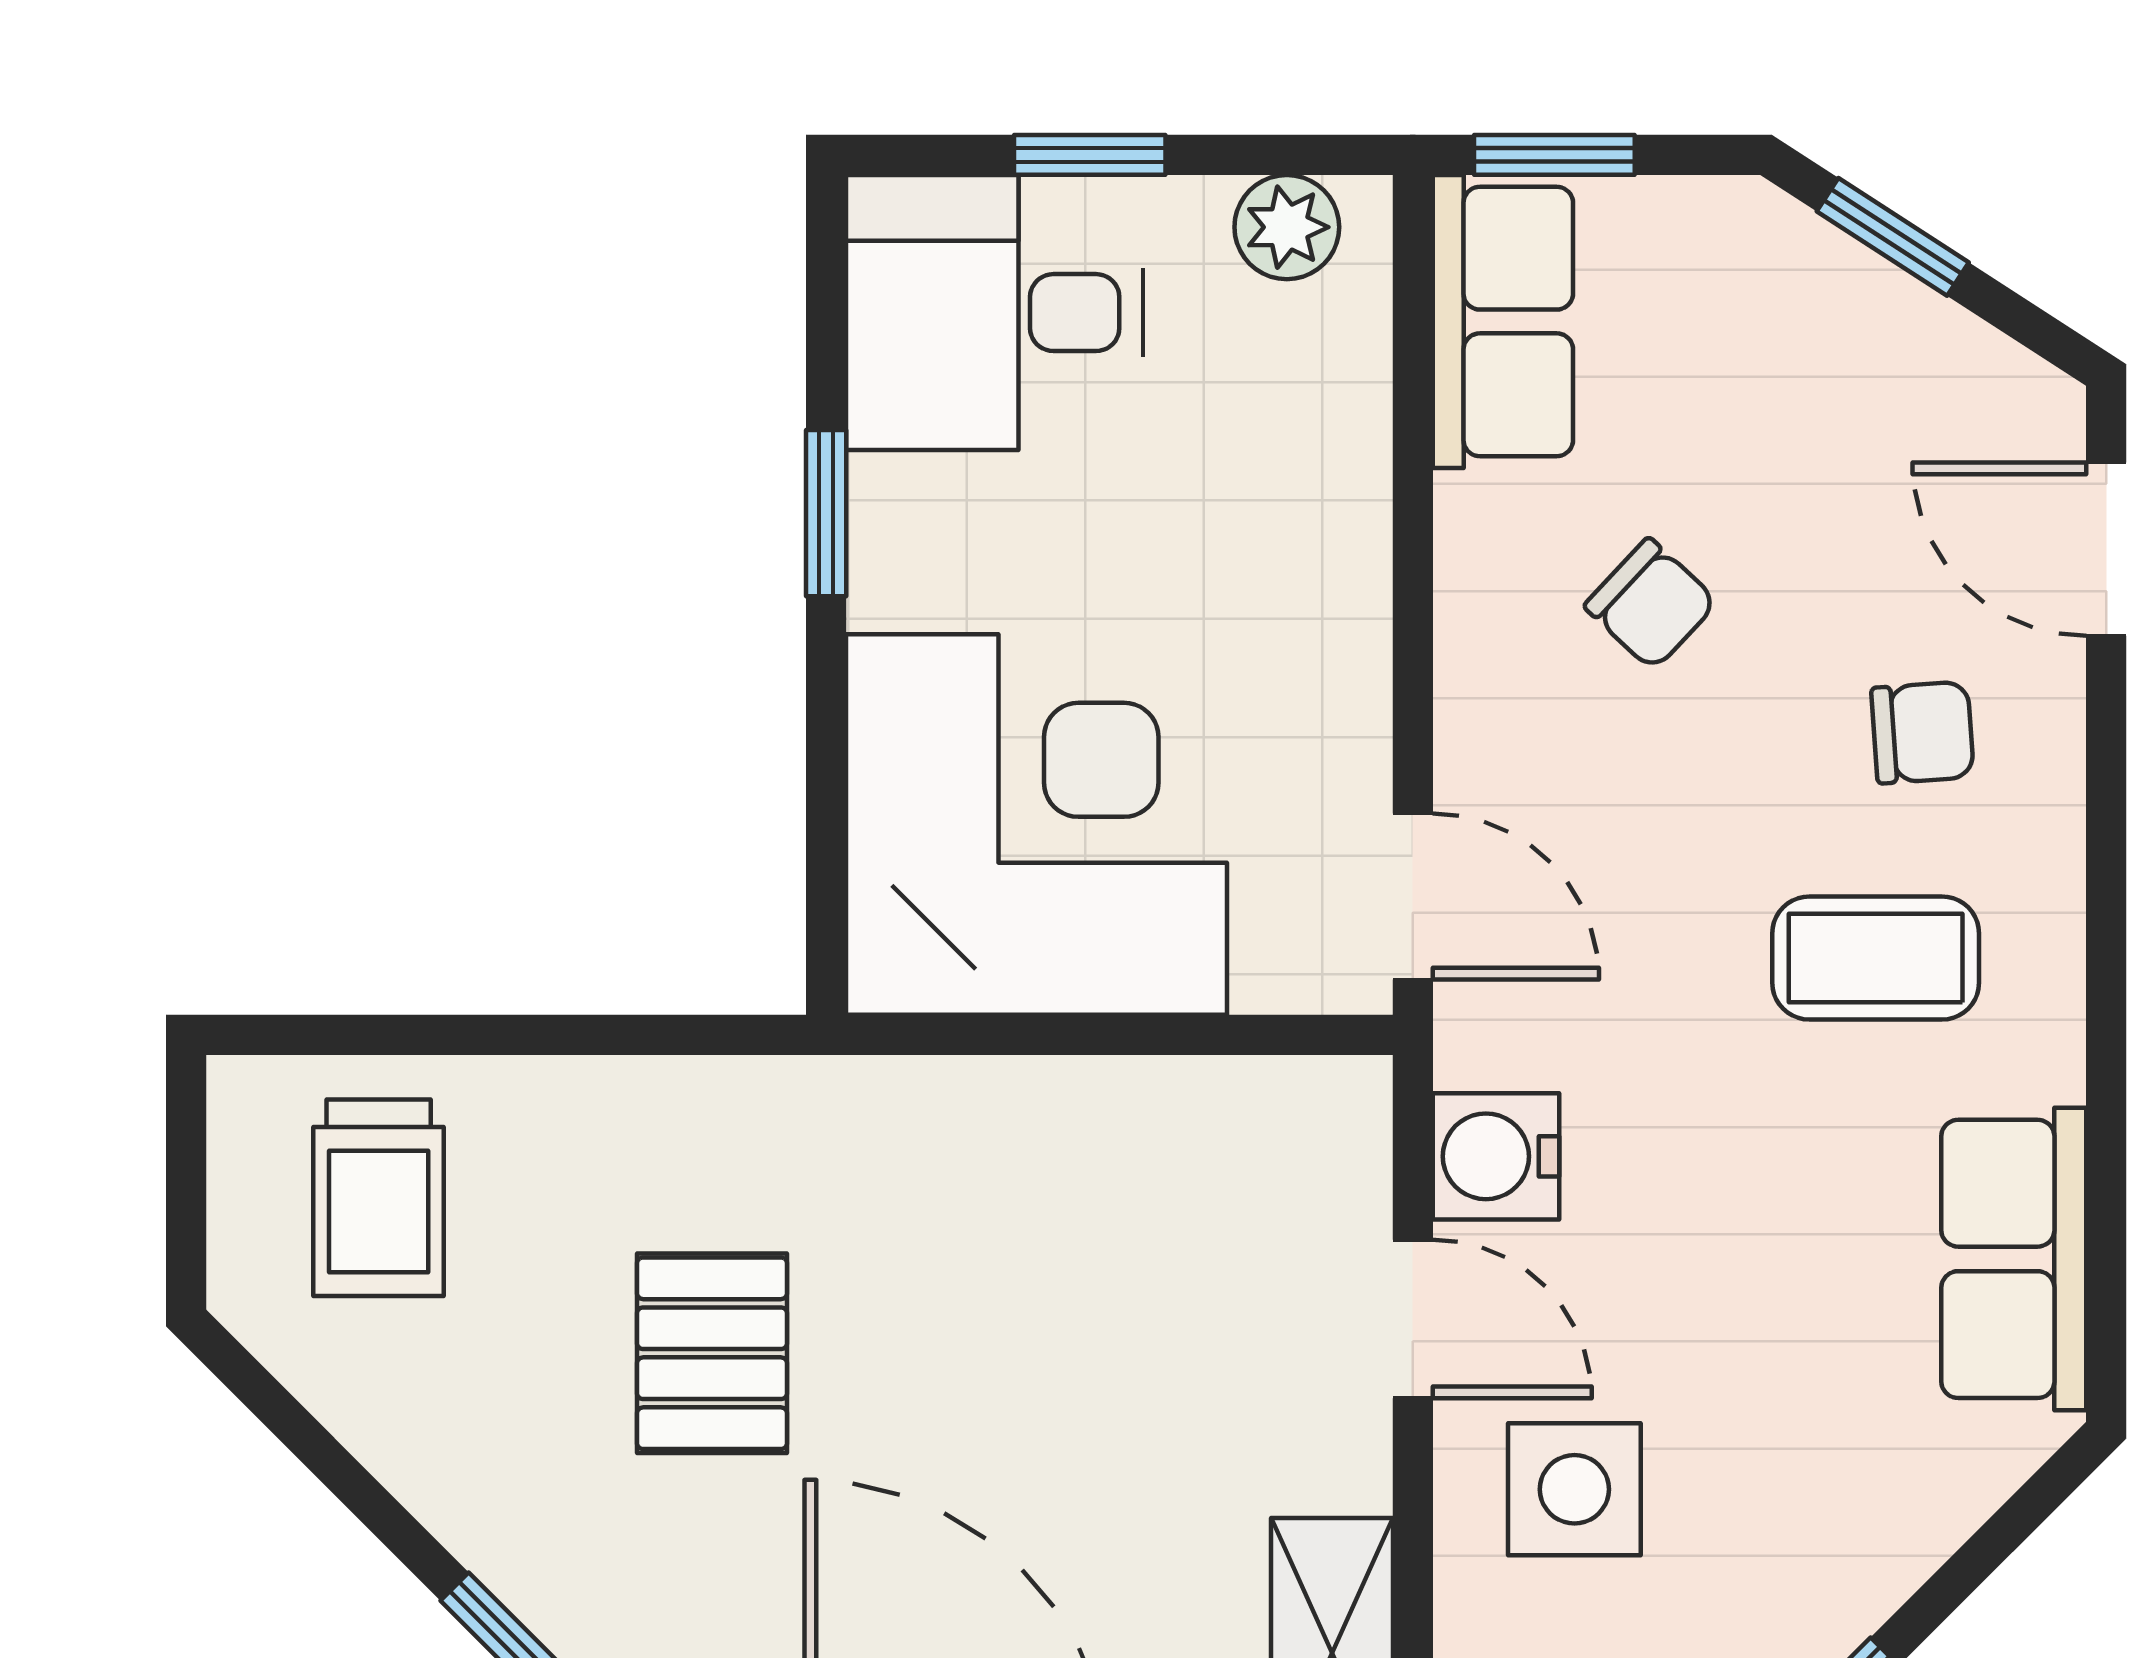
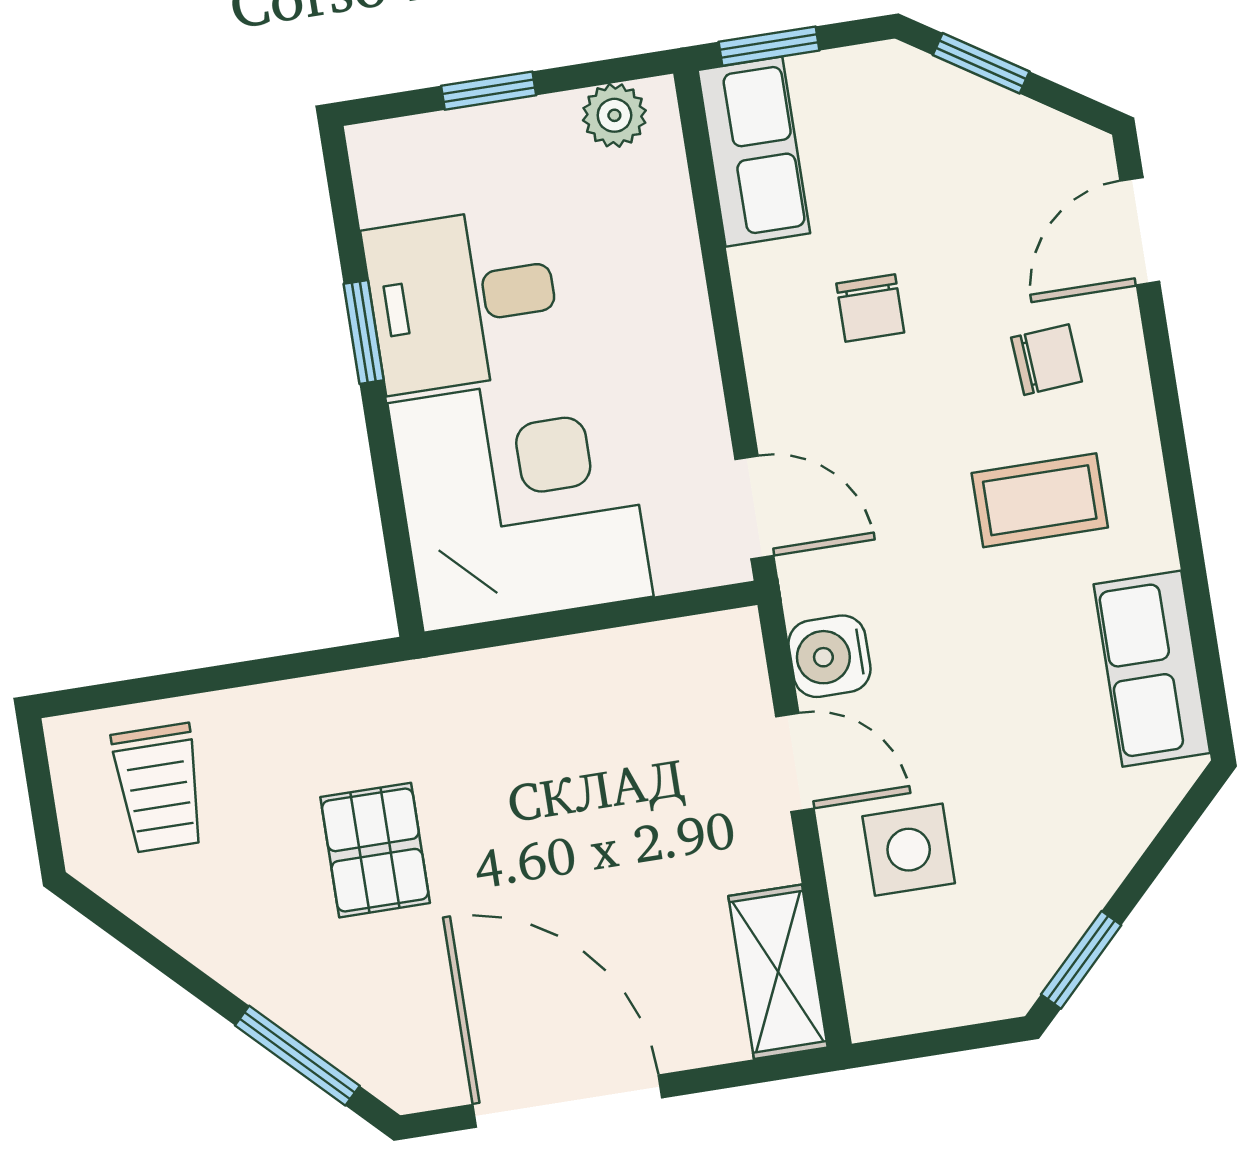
desk: (995, 313) -> (463, 299), moved
door: (2106, 549) -> (1140, 231), hinge flipped
chair: (1651, 604) -> (870, 308), turned 47

